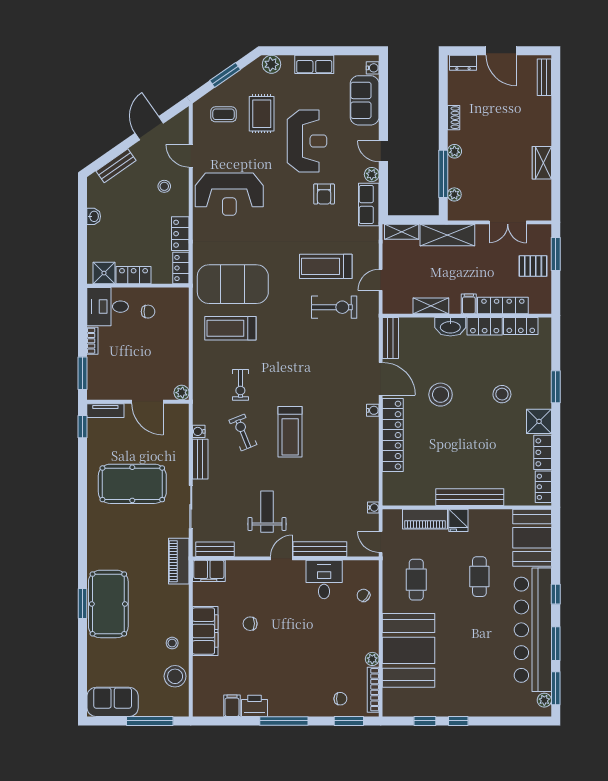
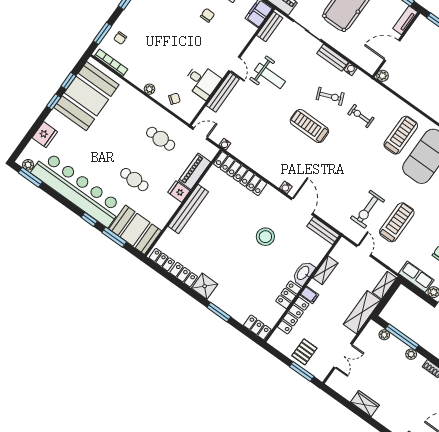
double door: (508, 222) -> (343, 356), swing flipped
locker: (521, 326) -> (257, 327), moved, turned 90
door: (381, 379) -> (302, 206), swing flipped
stool: (502, 394) -> (238, 275), removed
locker: (393, 435) -> (240, 174), moved
window: (556, 644) -> (114, 237), moved
booth: (409, 650) -> (86, 96), moved, turned 90
plant: (372, 659) -> (149, 89), moved
fridge: (500, 705) -> (45, 135), added

